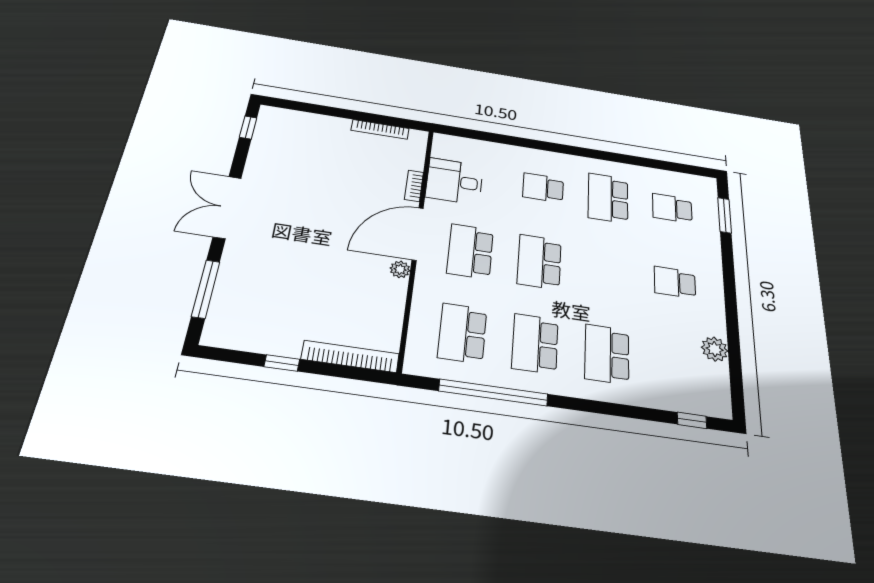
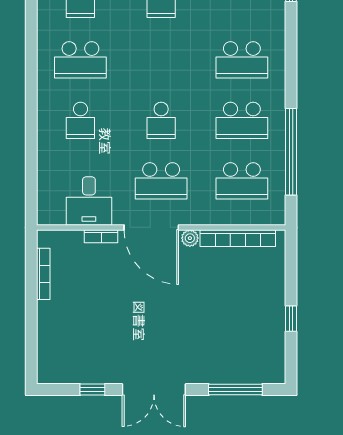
window: (248, 128) -> (92, 390), moved
school desk: (539, 262) -> (161, 120), width x0.54
bookcase: (350, 356) -> (238, 238), moved, turned -90

